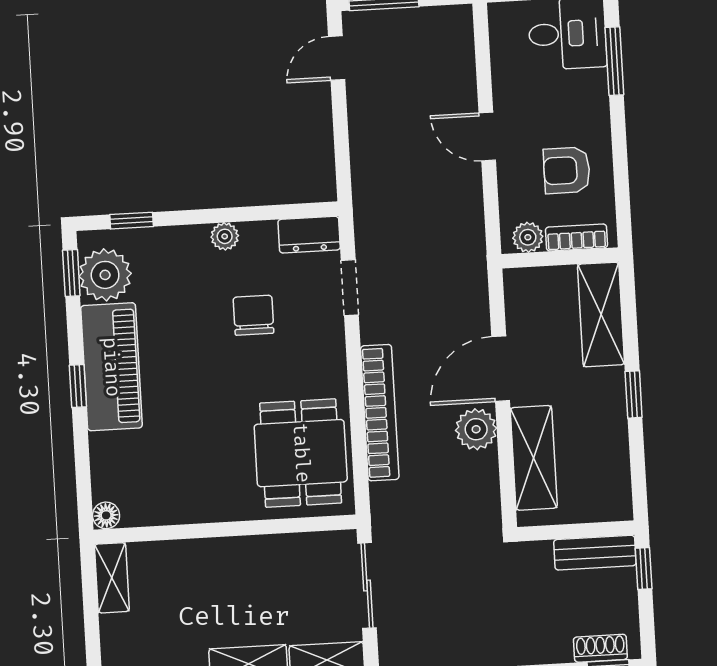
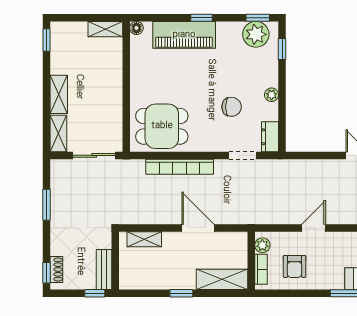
armchair: (567, 170) -> (295, 266), turned 180
piano: (111, 367) -> (184, 35), moved
plant: (476, 429) -> (169, 214), removed
shelving: (534, 458) -> (144, 239), width x0.67, depth x0.75

